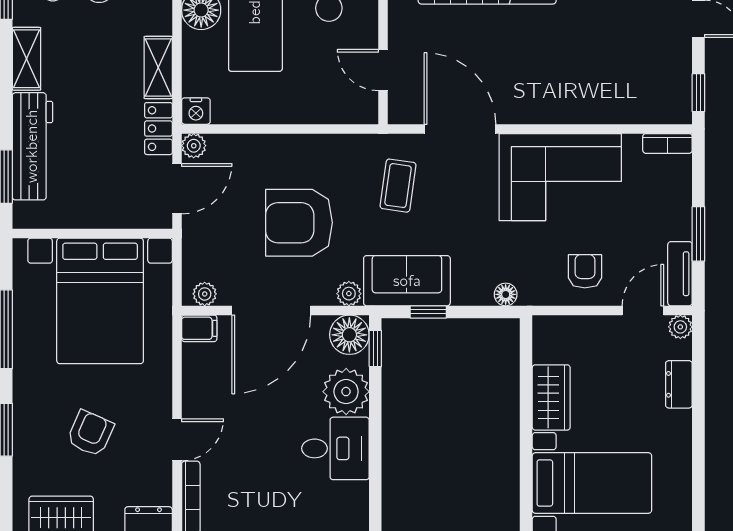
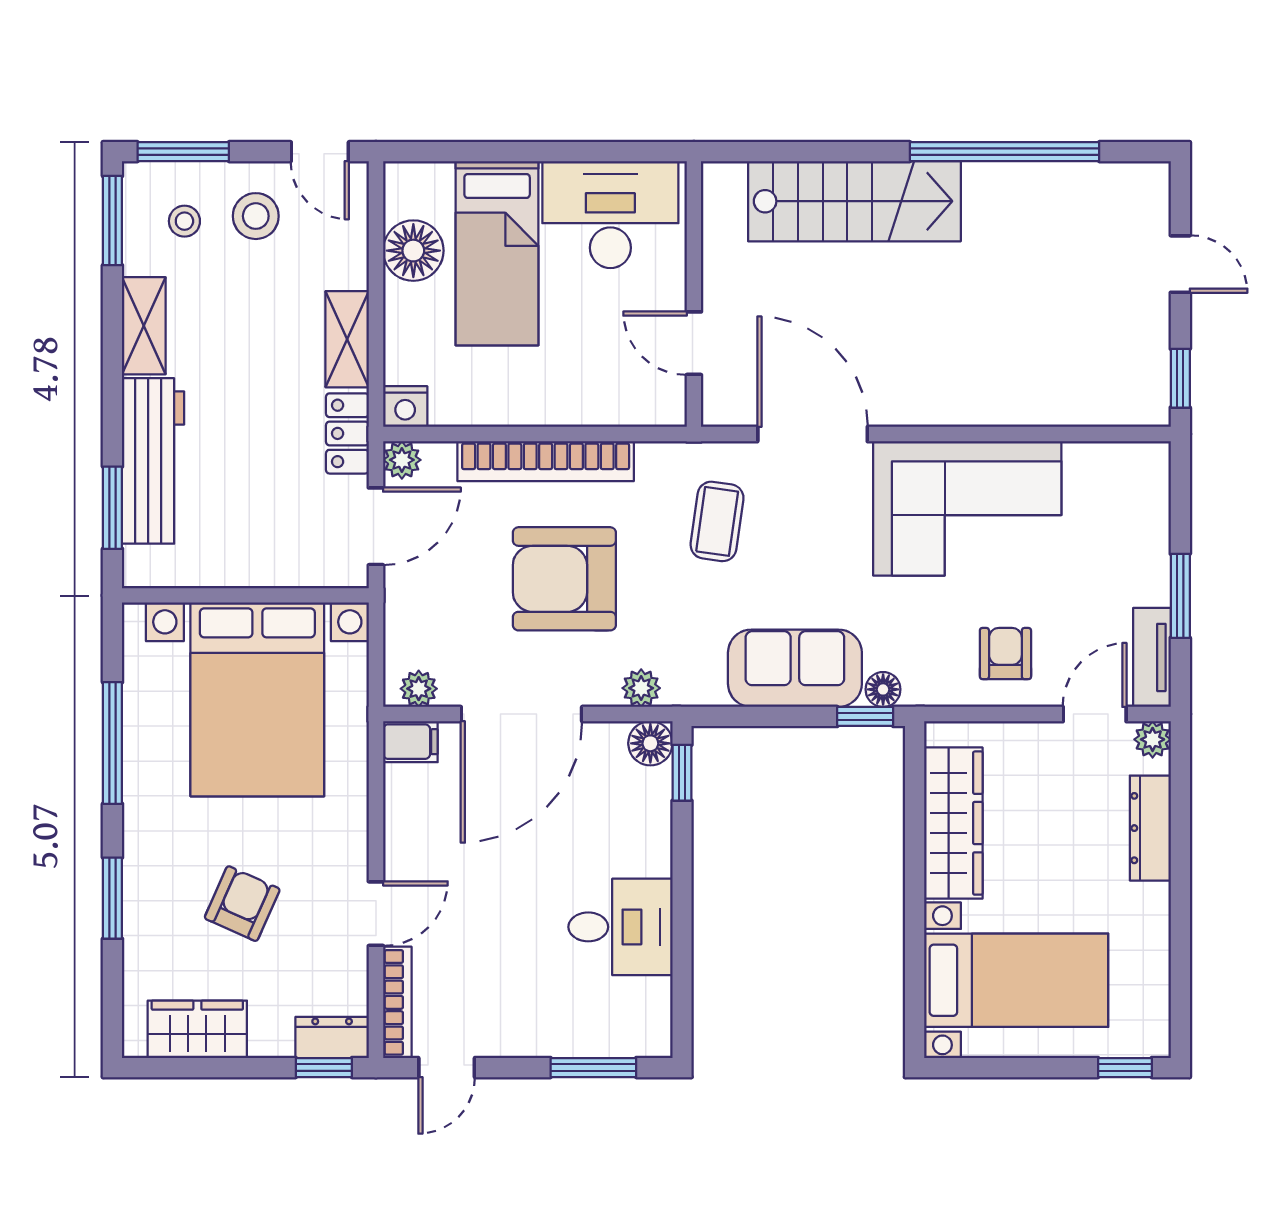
bookcase: (667, 143) -> (546, 461), moved, width x2.31, depth x1.31
sofa: (407, 281) -> (795, 668), moved
window: (428, 312) -> (865, 716), moved
floor lamp: (349, 335) -> (650, 743), width x0.73, depth x0.73
dresser: (679, 384) -> (1150, 828), width x1.44
plant: (346, 392) -> (637, 839), removed
wardrobe: (551, 397) -> (953, 823), width x1.50

